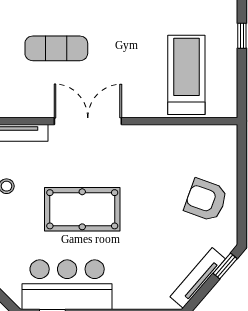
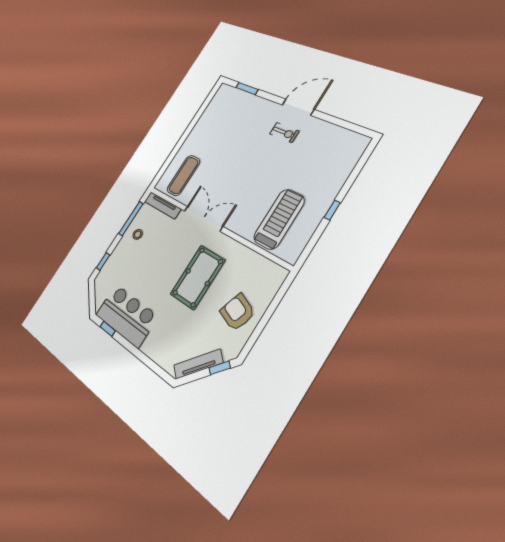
exercise mat: (56, 48) -> (183, 176), moved, turned 90
pool table: (82, 209) -> (198, 277), moved, turned 90

